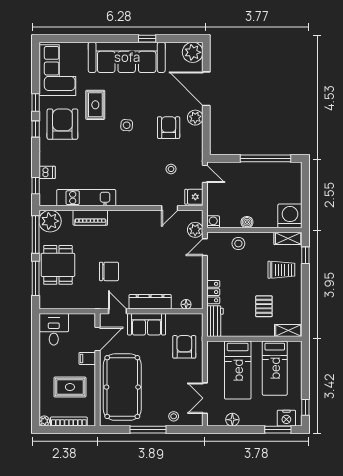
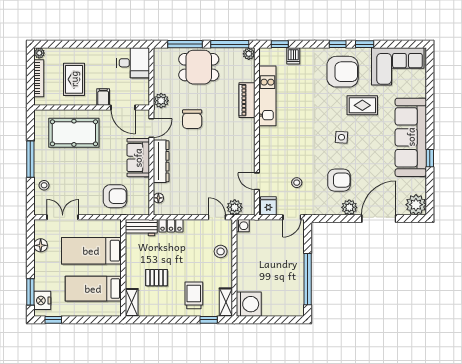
plant: (50, 221) -> (249, 54), width x0.53, depth x0.53
boiler: (247, 222) -> (242, 260), removed
trolley: (281, 270) -> (194, 295), turned 180
plant: (91, 302) -> (161, 101), added
pool table: (122, 387) -> (74, 133), width x0.73, depth x0.76

